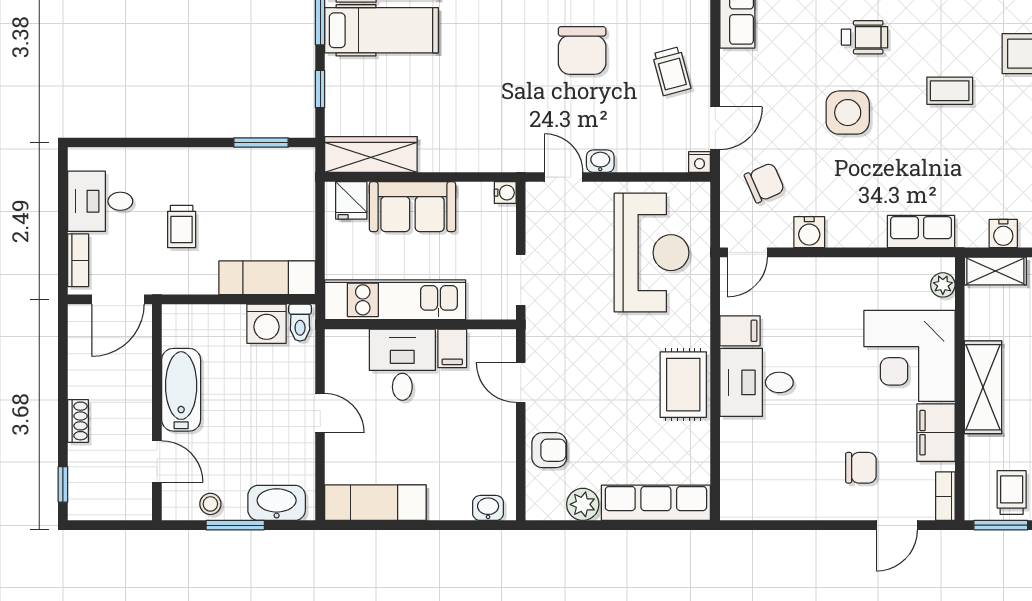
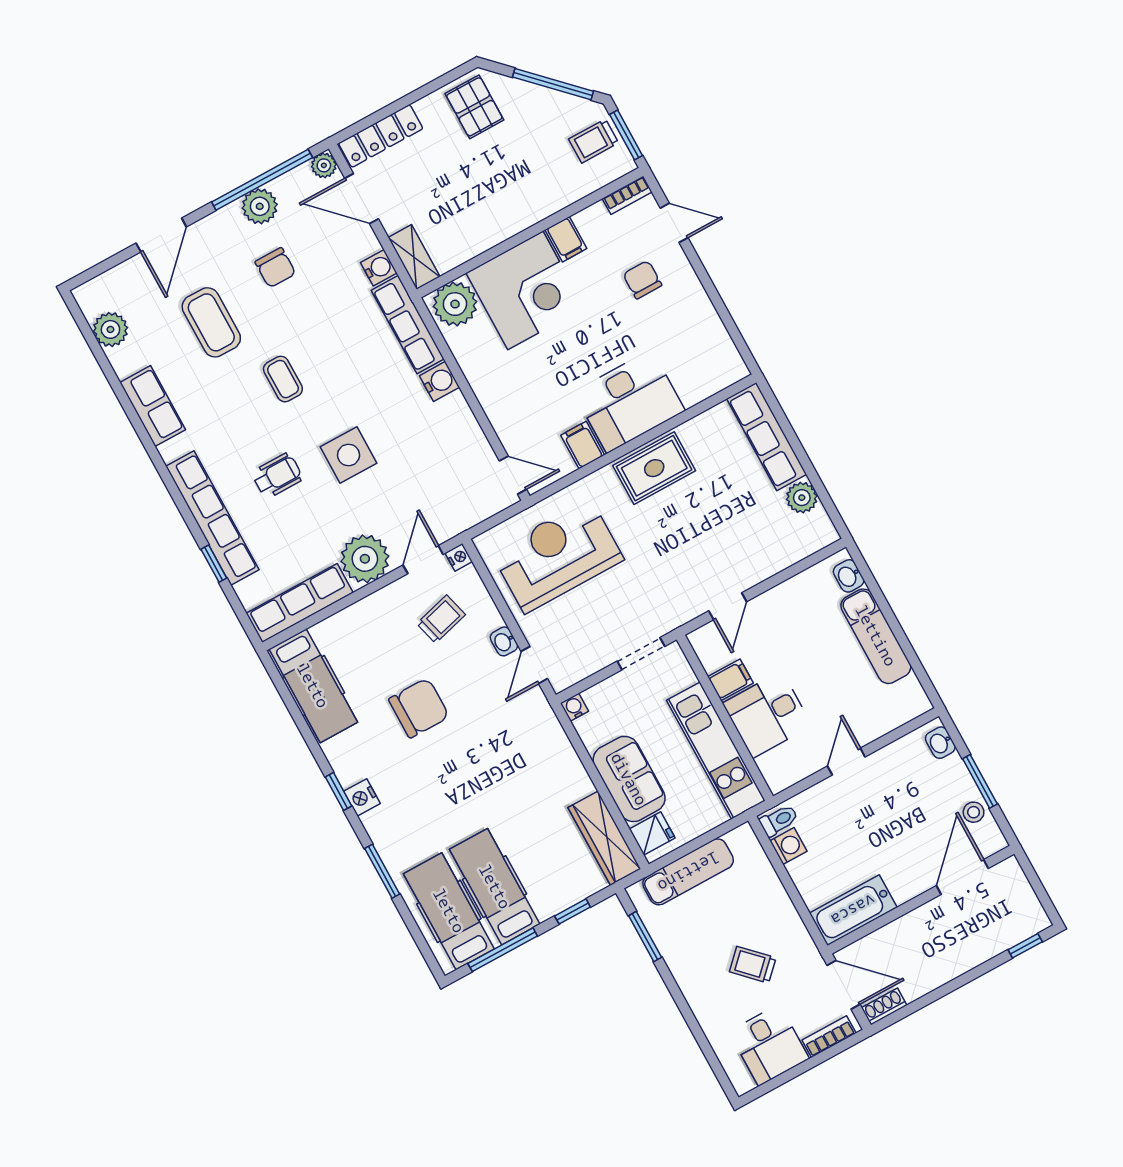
wheelchair: (864, 37) -> (277, 476), turned 90
trolley: (672, 71) -> (441, 619), moved
plant: (745, 76) -> (365, 559), added
door: (715, 128) -> (423, 560), hinge flipped
chair: (764, 183) -> (446, 493), removed
trolley: (182, 227) -> (753, 965), turned -135
water cooler: (809, 232) -> (439, 381), moved
row of seats: (921, 232) -> (408, 325), width x1.48
exam couch: (267, 278) -> (688, 872), moved, turned -90
plant: (943, 285) -> (455, 304), width x1.87, depth x1.87
washing machine: (267, 324) -> (788, 846), width x0.73, depth x0.73
desk: (757, 382) -> (629, 401), width x1.37
shelving: (983, 387) -> (518, 214), removed
bathtub: (181, 390) -> (853, 910), moved
shoe rack: (78, 421) -> (884, 1006), moved
filing cabinet: (936, 433) -> (566, 239), width x0.50
armchair: (549, 450) -> (772, 551), removed
door: (157, 461) -> (962, 877), width x1.38
washbasin: (277, 503) -> (940, 743), width x0.52, depth x0.69
exam couch: (375, 503) -> (876, 636), moved

